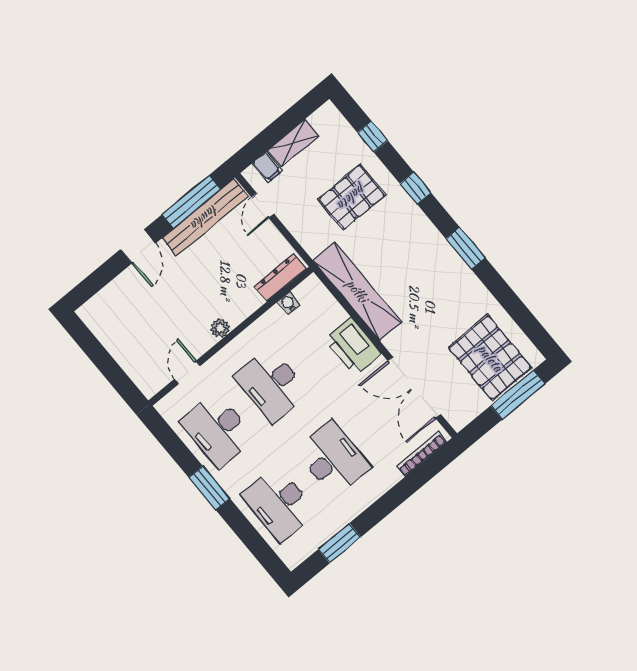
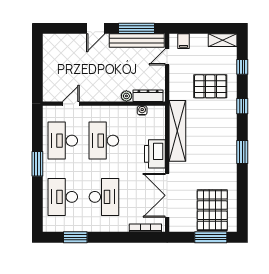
shelving: (293, 143) -> (223, 40), moved
plant: (220, 328) -> (126, 96), moved

